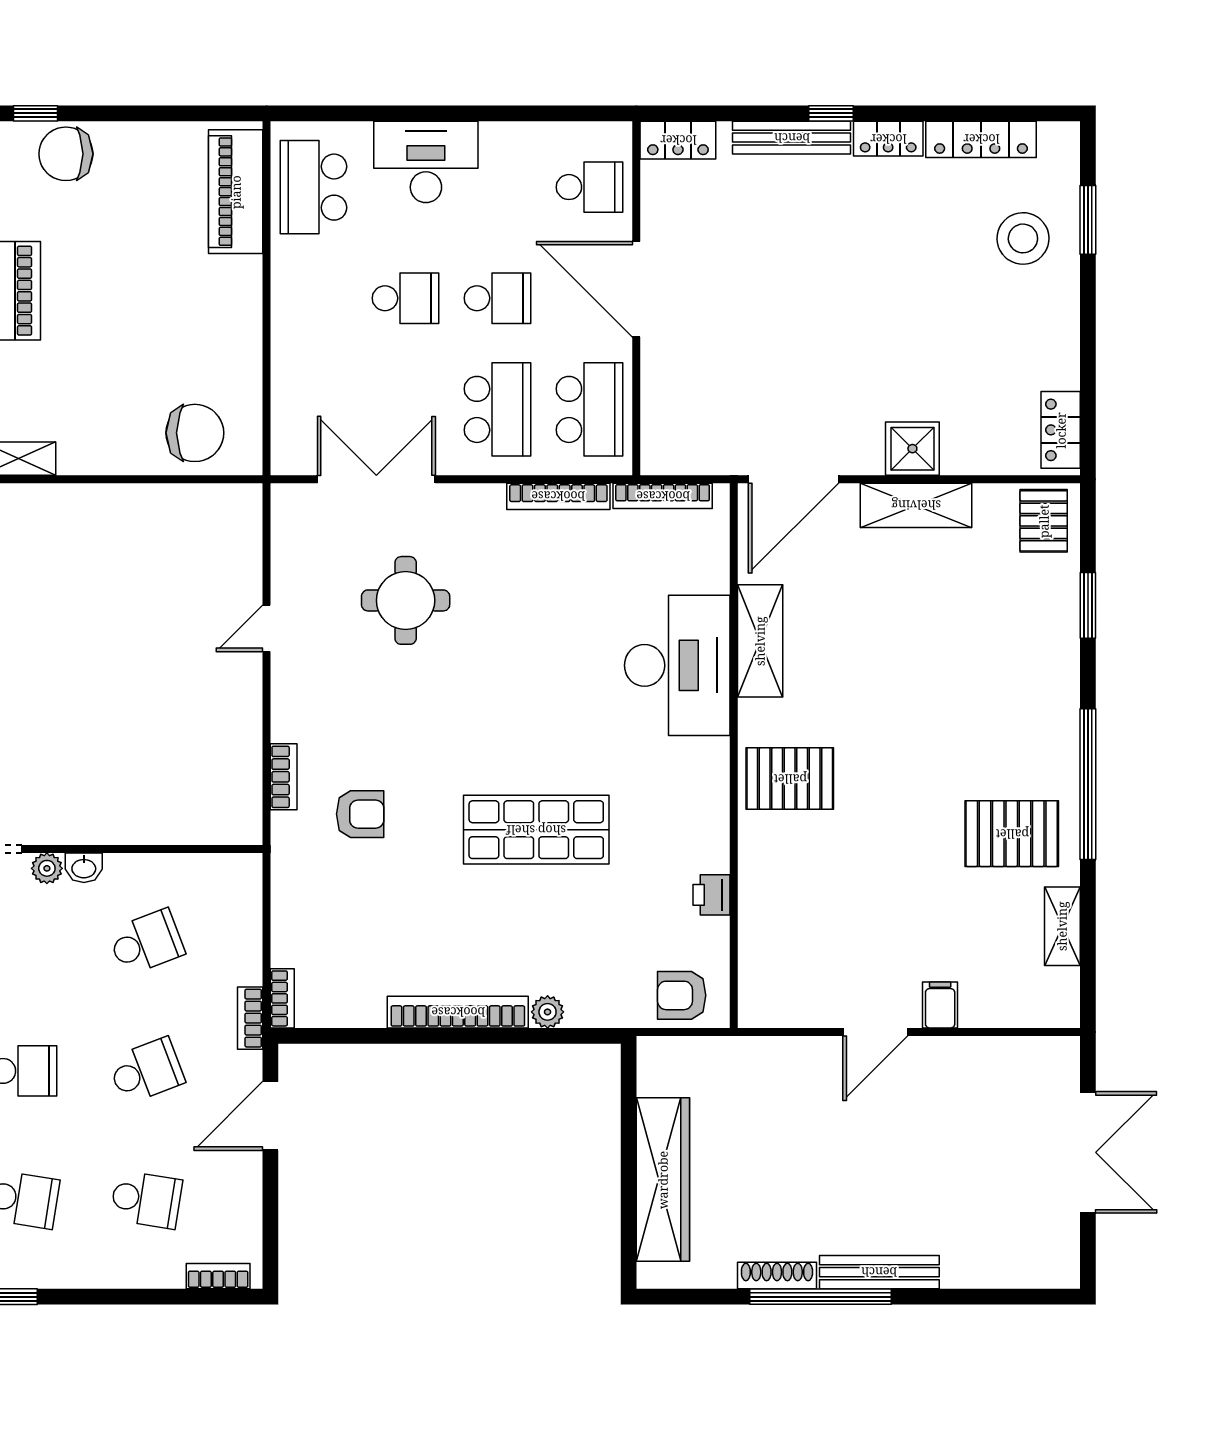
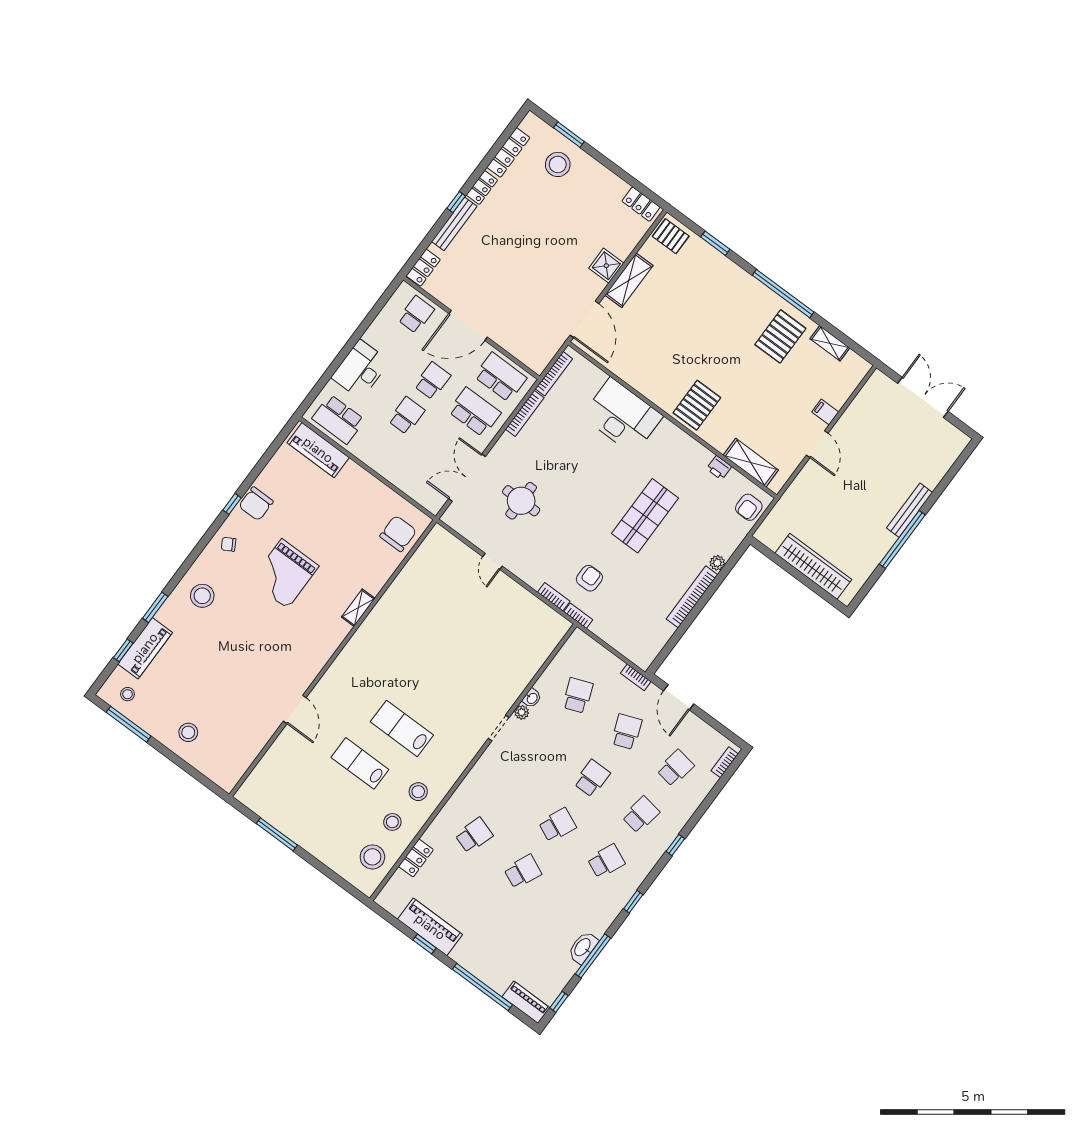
shelving: (760, 641) -> (751, 463), moved
bookcase: (282, 998) -> (578, 616), moved
shoe rack: (777, 1275) -> (882, 550), removed

